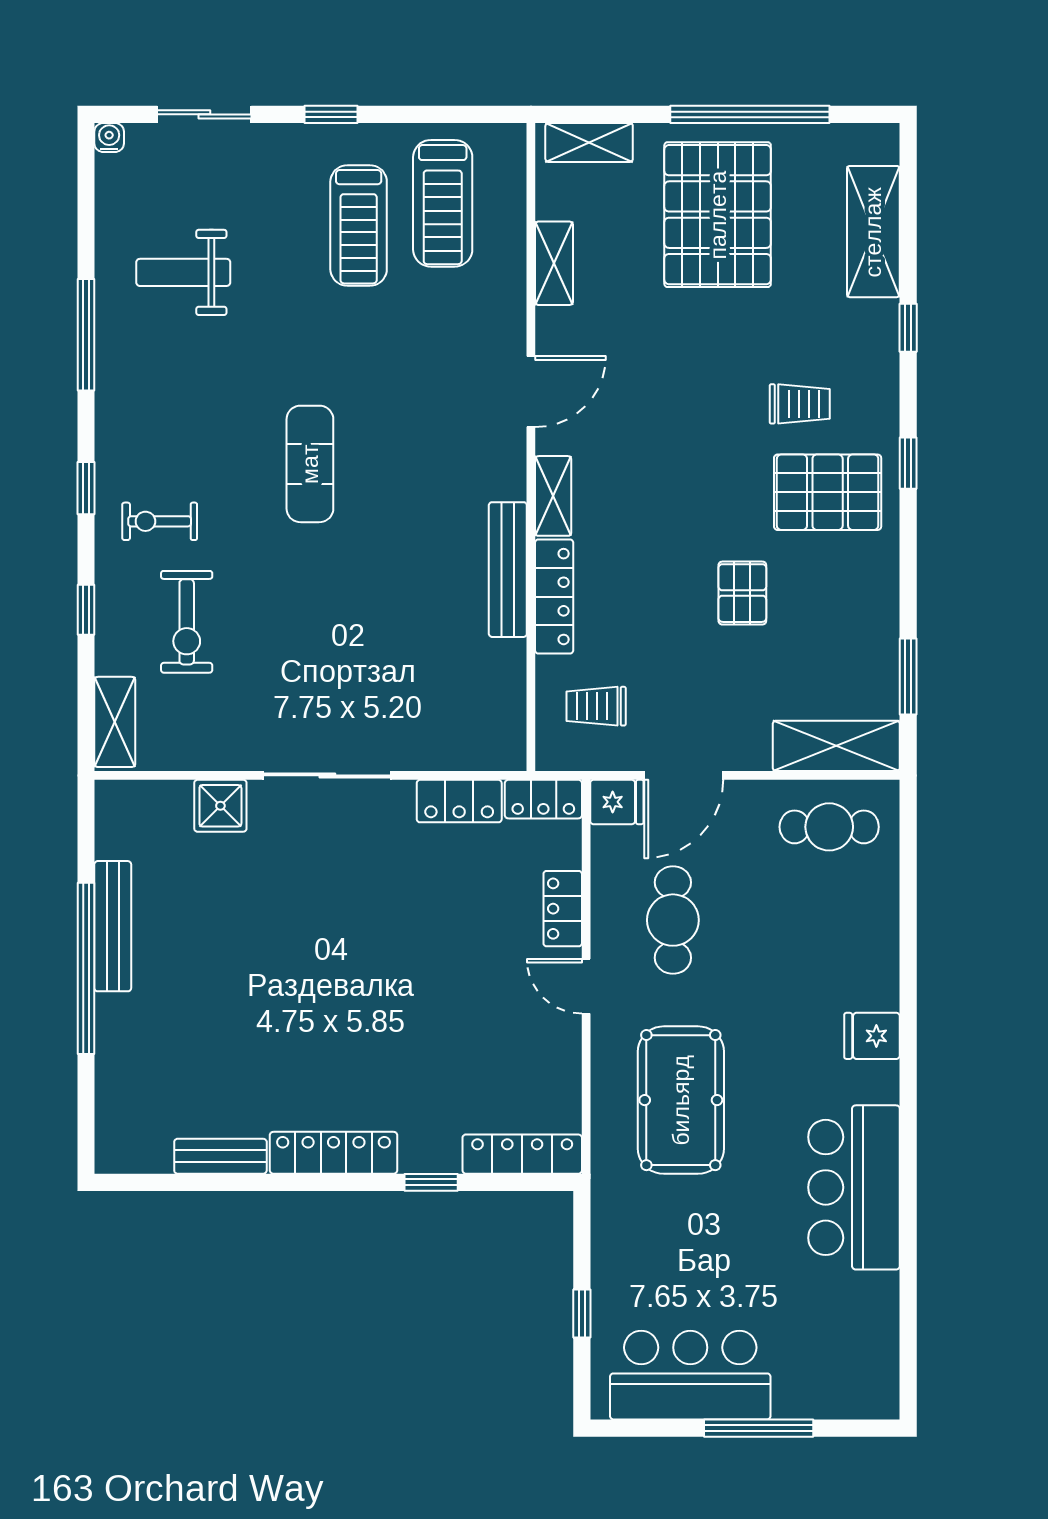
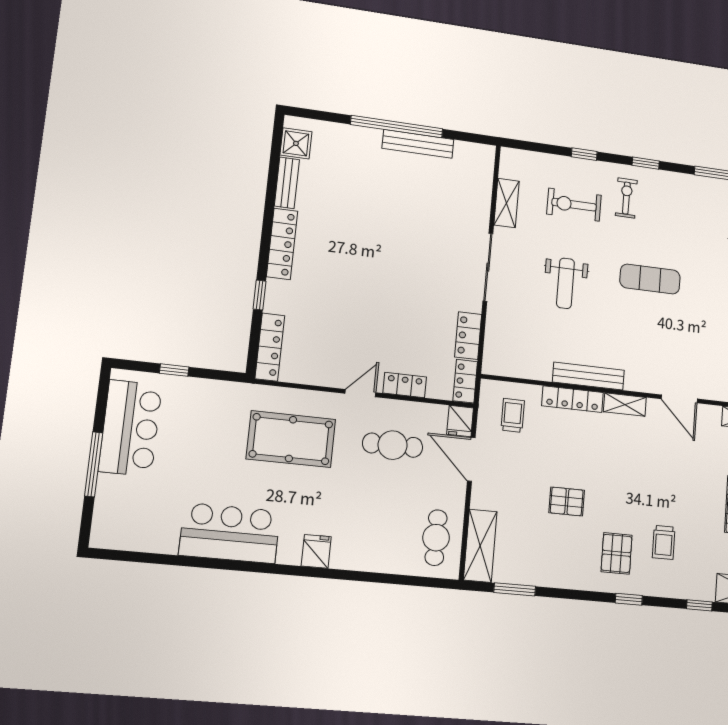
pallet: (828, 492) -> (617, 553), width x0.67, depth x0.71
weight bench: (339, 627) -> (565, 283), added
shelving: (115, 722) -> (507, 203), moved, turned 90
shower: (220, 806) -> (296, 143), moved

